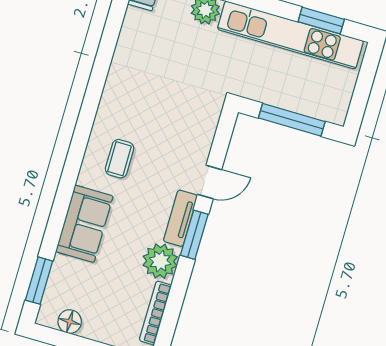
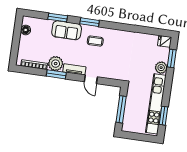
window: (72, 166) -> (90, 22), added
window: (194, 235) -> (56, 74), moved
window: (39, 281) -> (58, 17), moved

